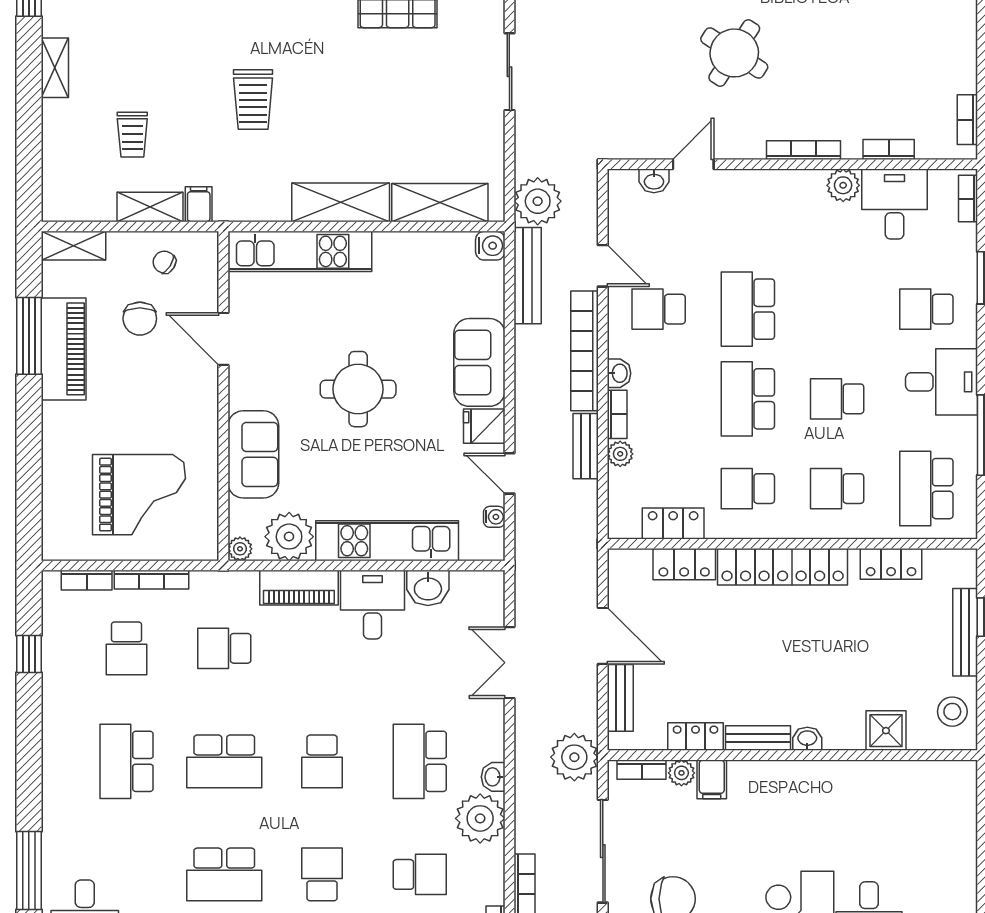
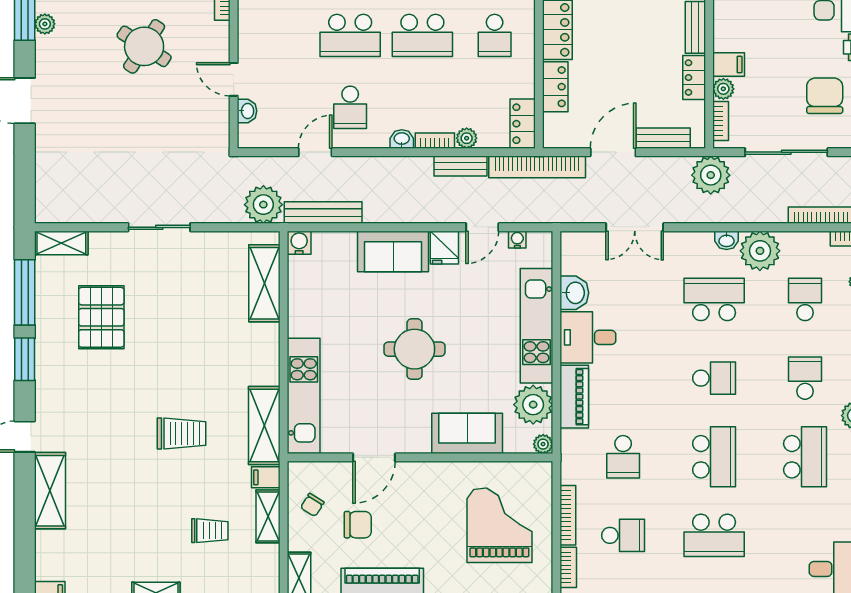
shelving: (341, 202) -> (264, 425), moved
bookcase: (584, 351) -> (537, 167), moved
locker: (673, 523) -> (523, 124), moved
school desk: (420, 761) -> (714, 299), turned 180
school desk: (322, 874) -> (805, 378), turned 90

